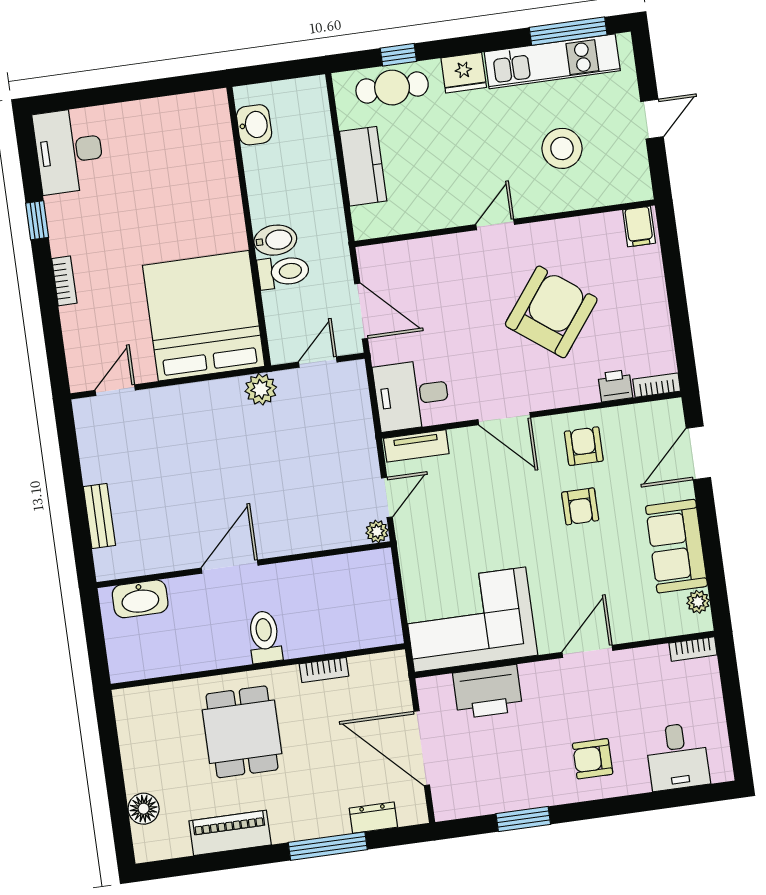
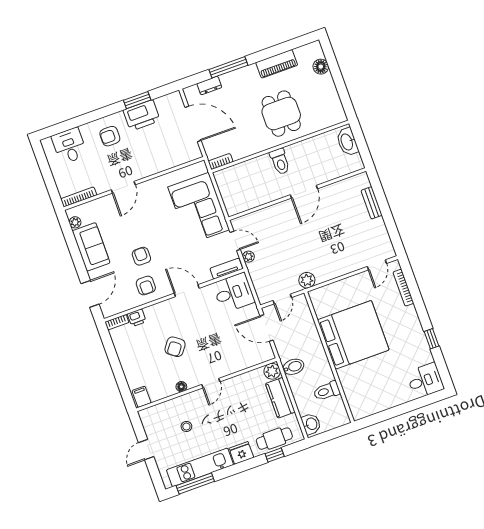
washbasin: (254, 125) -> (311, 424), moved, turned 180
stool: (562, 148) -> (186, 426), width x0.53, depth x0.53
desk: (69, 151) -> (425, 381), width x0.73
plant: (368, 222) -> (272, 371), added
floor lamp: (555, 230) -> (181, 387), added
bidet: (275, 240) -> (293, 367), moved, turned 180
toilet: (283, 272) -> (327, 391), moved
bookcase: (64, 281) -> (403, 288), moved, width x1.56
armchair: (551, 312) -> (175, 347), width x0.53, depth x0.53
bed: (204, 316) -> (353, 335), moved, turned -90
door: (387, 497) -> (235, 241), swing flipped
plant: (377, 531) -> (248, 257), moved
washbasin: (140, 599) -> (347, 142), moved, turned -90
corner sofa: (470, 620) -> (199, 208), moved, turned 90
bookcase: (693, 649) -> (79, 197), width x1.56
bookcase: (324, 670) -> (221, 161), moved
printer: (488, 692) -> (142, 115), moved, turned 180
armchair: (593, 759) -> (110, 136), turned 180

